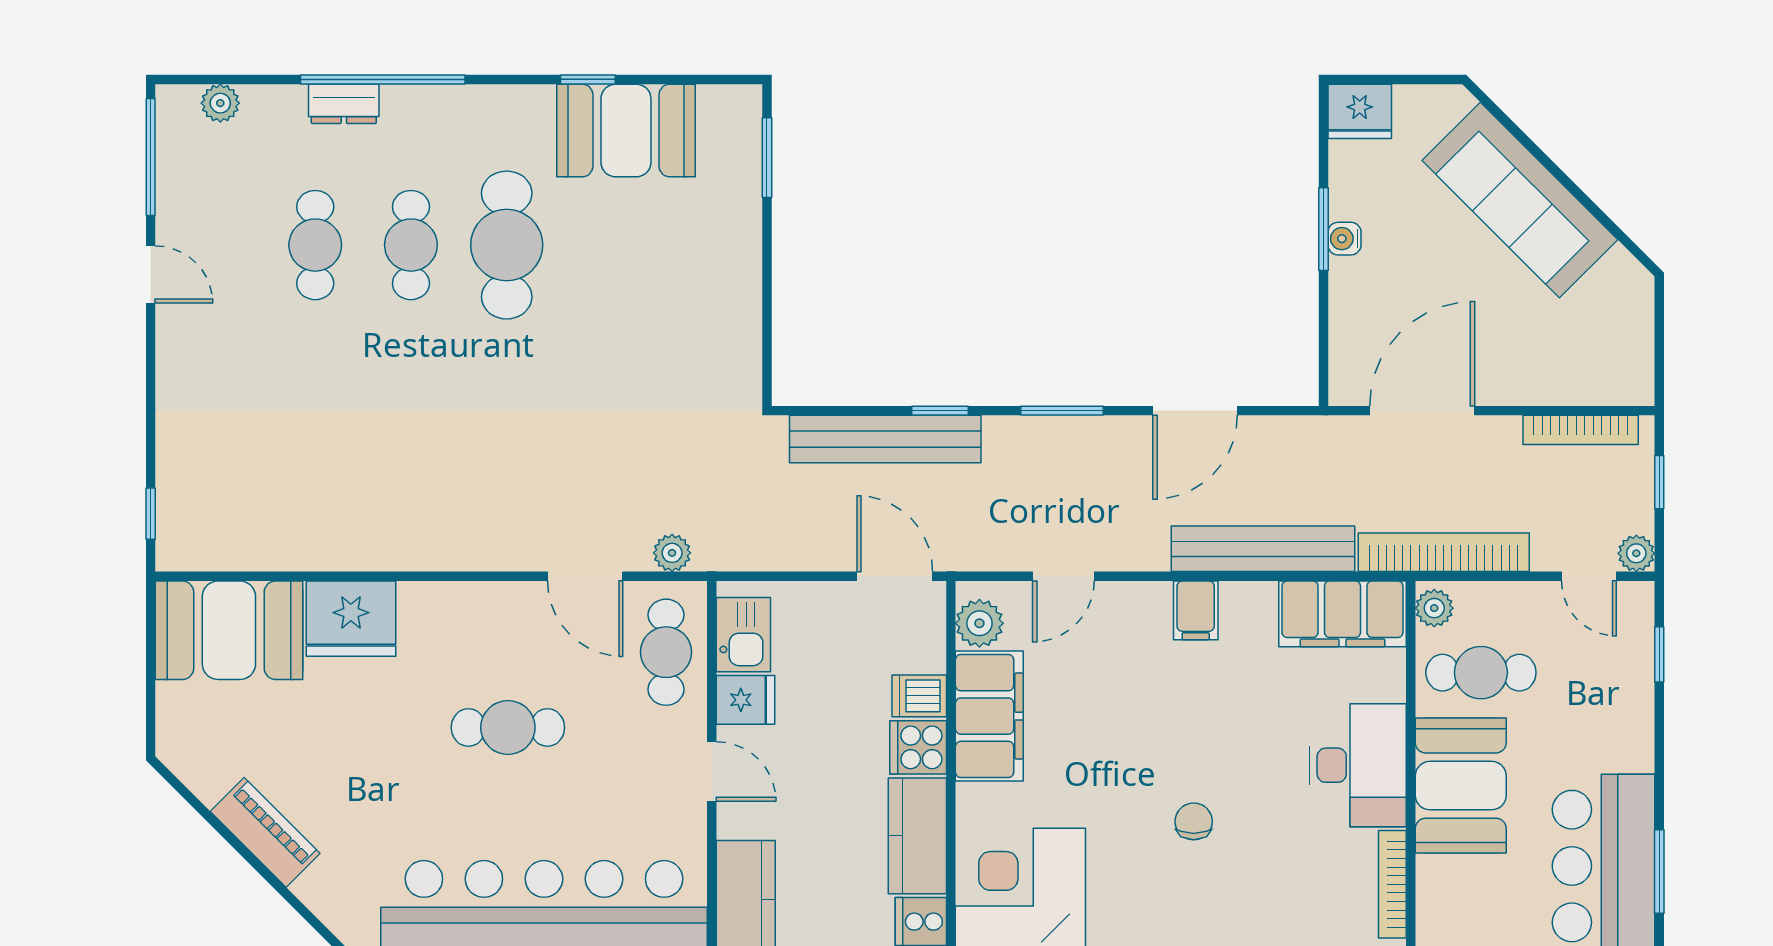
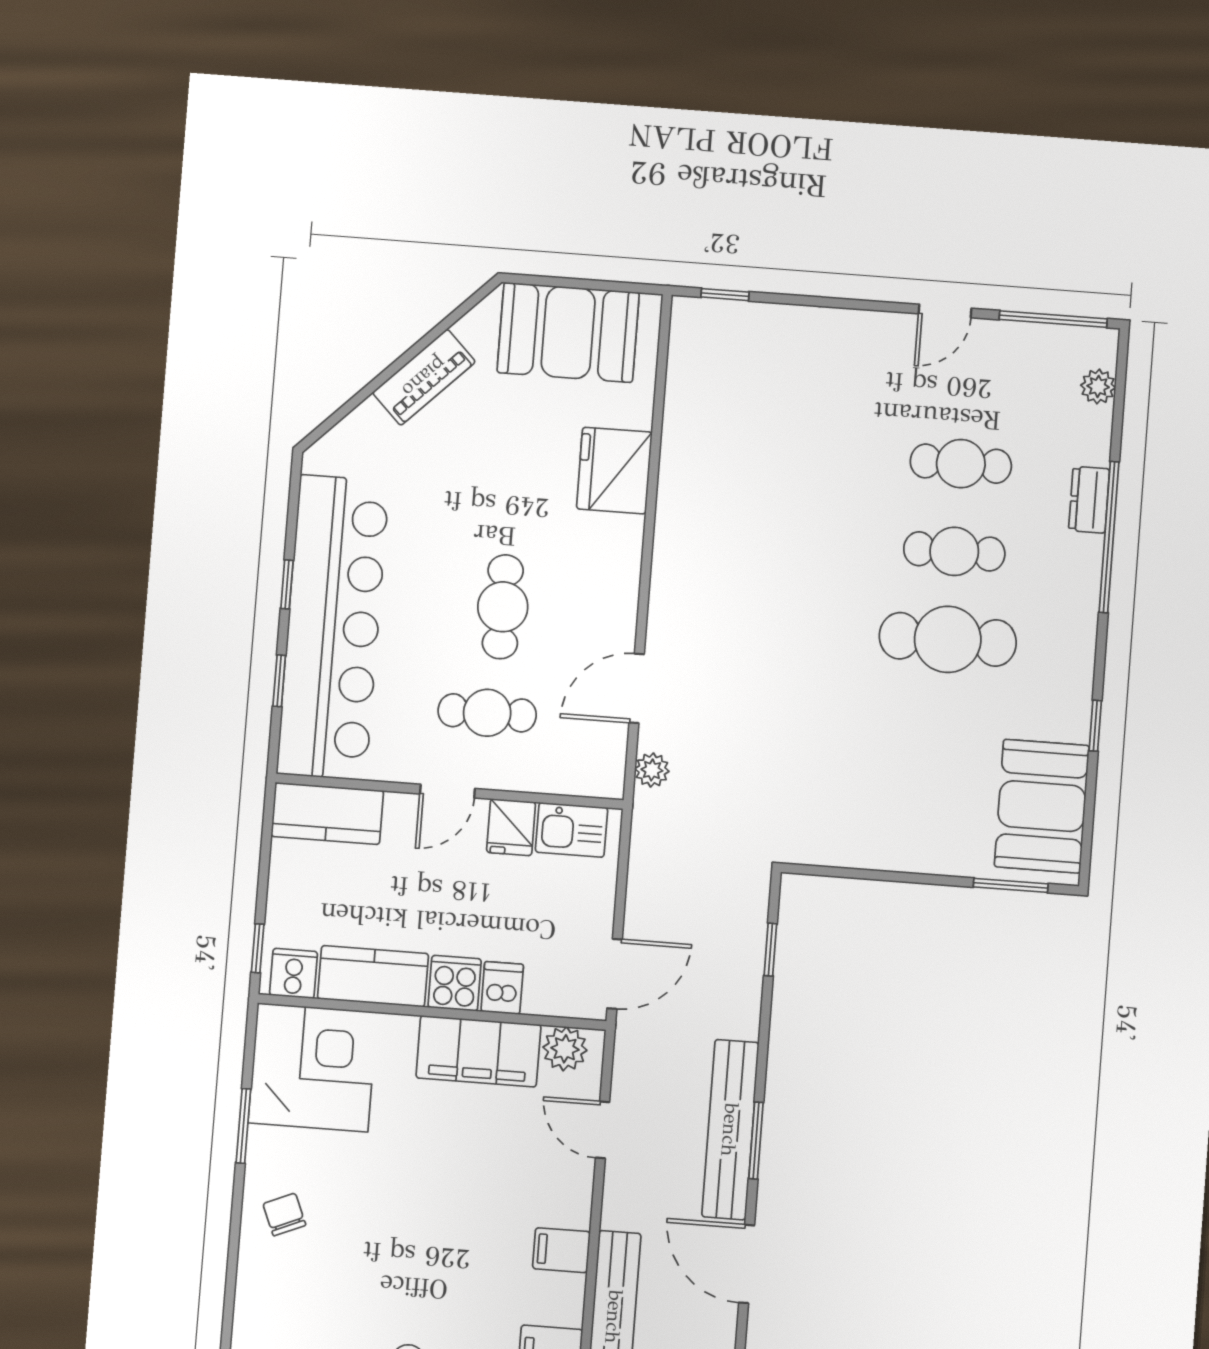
booth: (626, 131) -> (1042, 806), moved
window: (940, 411) -> (770, 950), moved
bench: (885, 439) -> (730, 1130), moved
booth: (229, 630) -> (568, 332), moved, turned 90
cafe table: (666, 652) -> (487, 713), moved
chair: (1194, 821) -> (284, 1214), moved, turned -113

